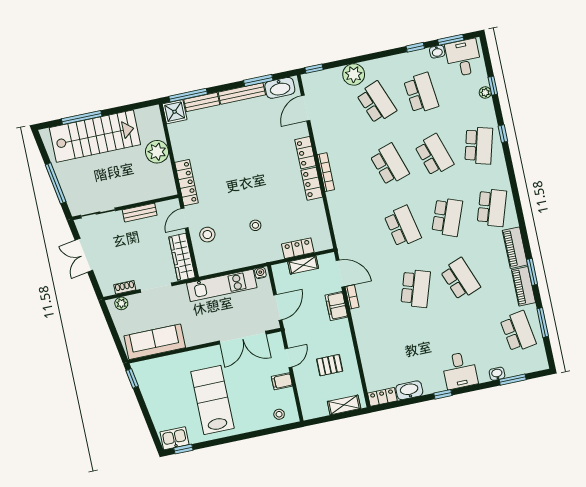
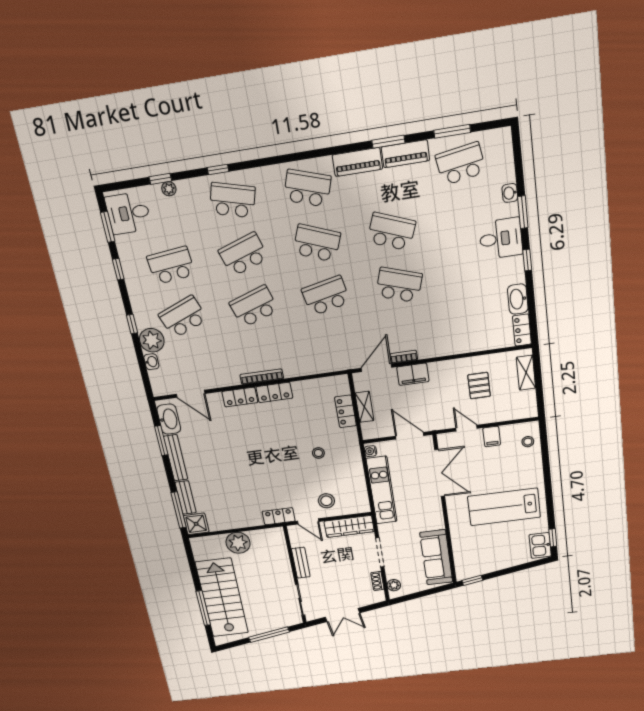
washbasin: (437, 52) -> (151, 362), moved
window: (314, 69) -> (132, 324), moved
locker: (186, 183) -> (279, 516), width x0.66
school desk: (460, 279) -> (391, 232), turned 42
window: (513, 380) -> (523, 212), moved

